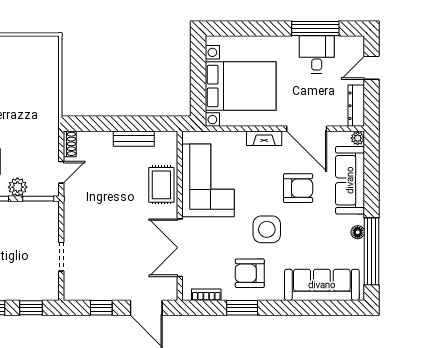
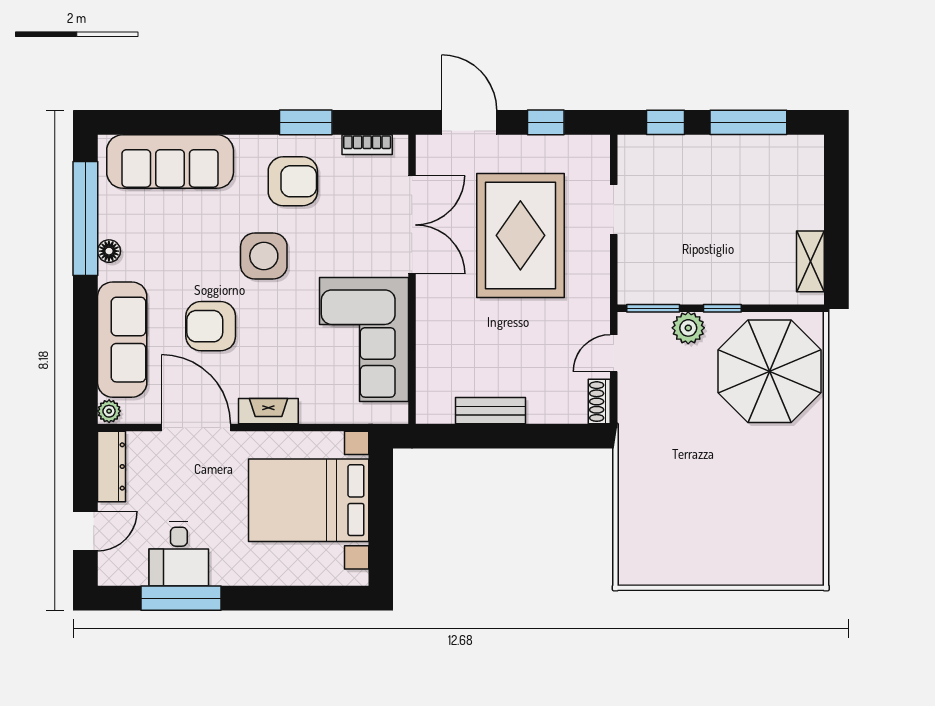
rug: (161, 185) -> (520, 235), moved, width x1.86, depth x2.06

